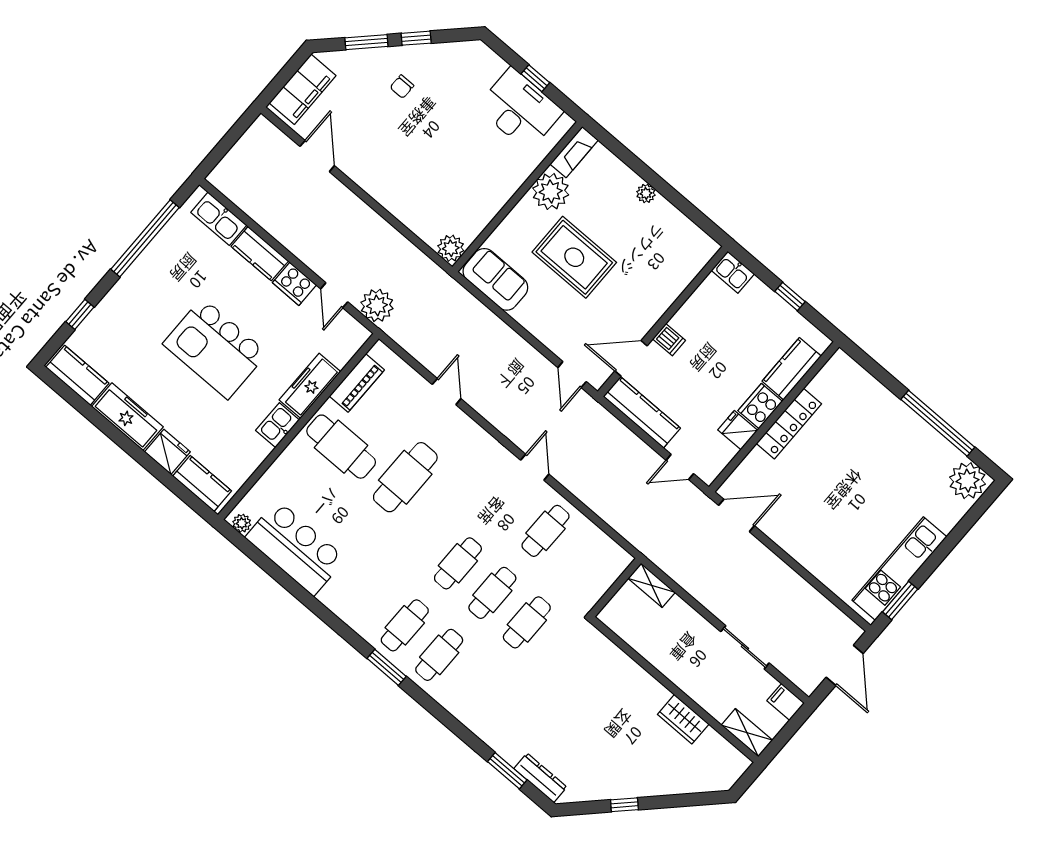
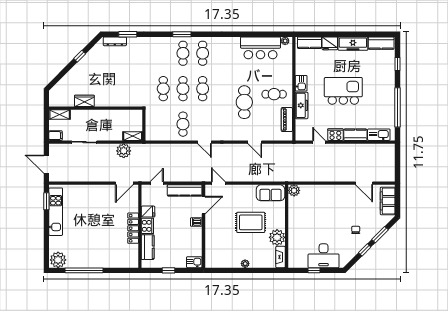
desk: (520, 109) -> (324, 256), moved
plant: (377, 305) -> (124, 151), moved
cafe table: (341, 447) -> (274, 94), width x0.73, depth x0.74
window: (387, 667) -> (182, 34), moved

